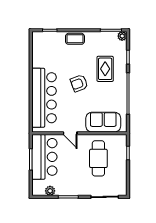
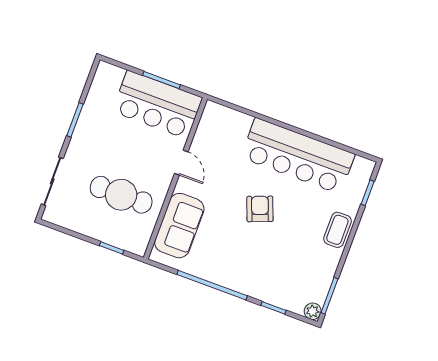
rug: (105, 69) -> (268, 262), removed
bar counter: (44, 98) -> (298, 156), moved
door: (70, 133) -> (181, 163), swing flipped
plant: (50, 191) -> (97, 93), removed

